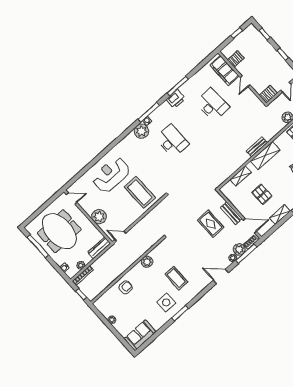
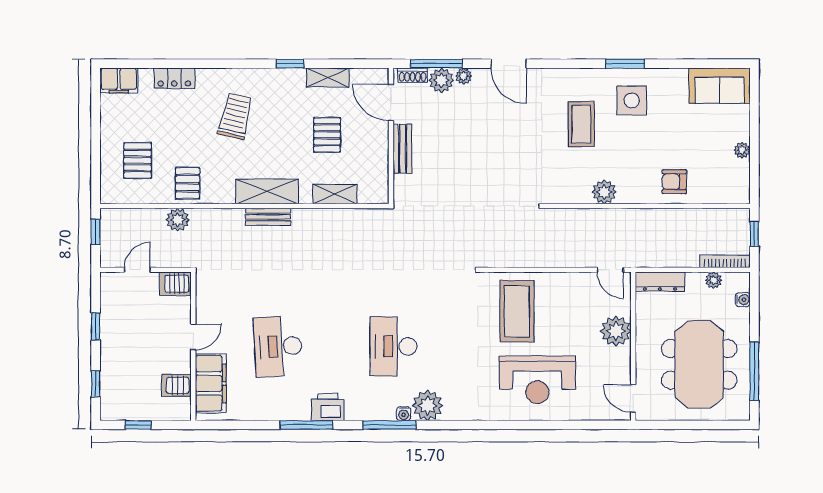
rug: (211, 224) -> (450, 161), removed

